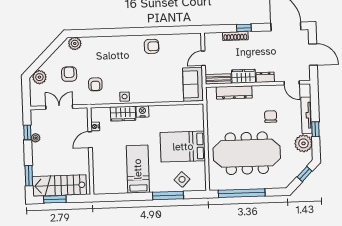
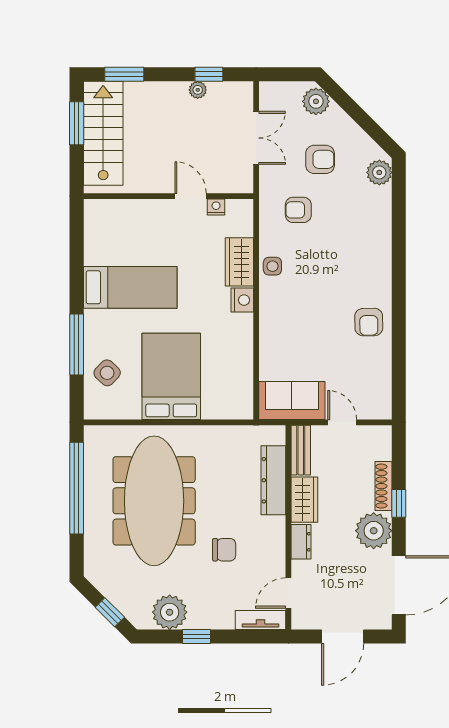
plant: (258, 40) -> (374, 531), added
tv unit: (307, 115) -> (261, 620), moved, width x0.71

